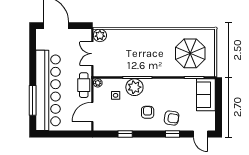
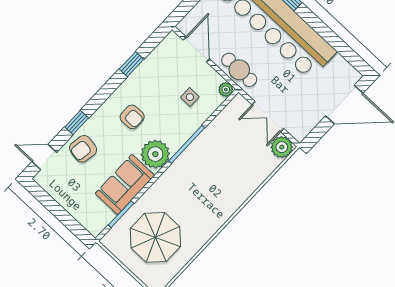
double door: (92, 54) -> (268, 117), swing flipped
plant: (134, 87) -> (155, 154), moved
sofa: (206, 95) -> (125, 184), moved, turned -90
armchair: (172, 118) -> (83, 149), moved

